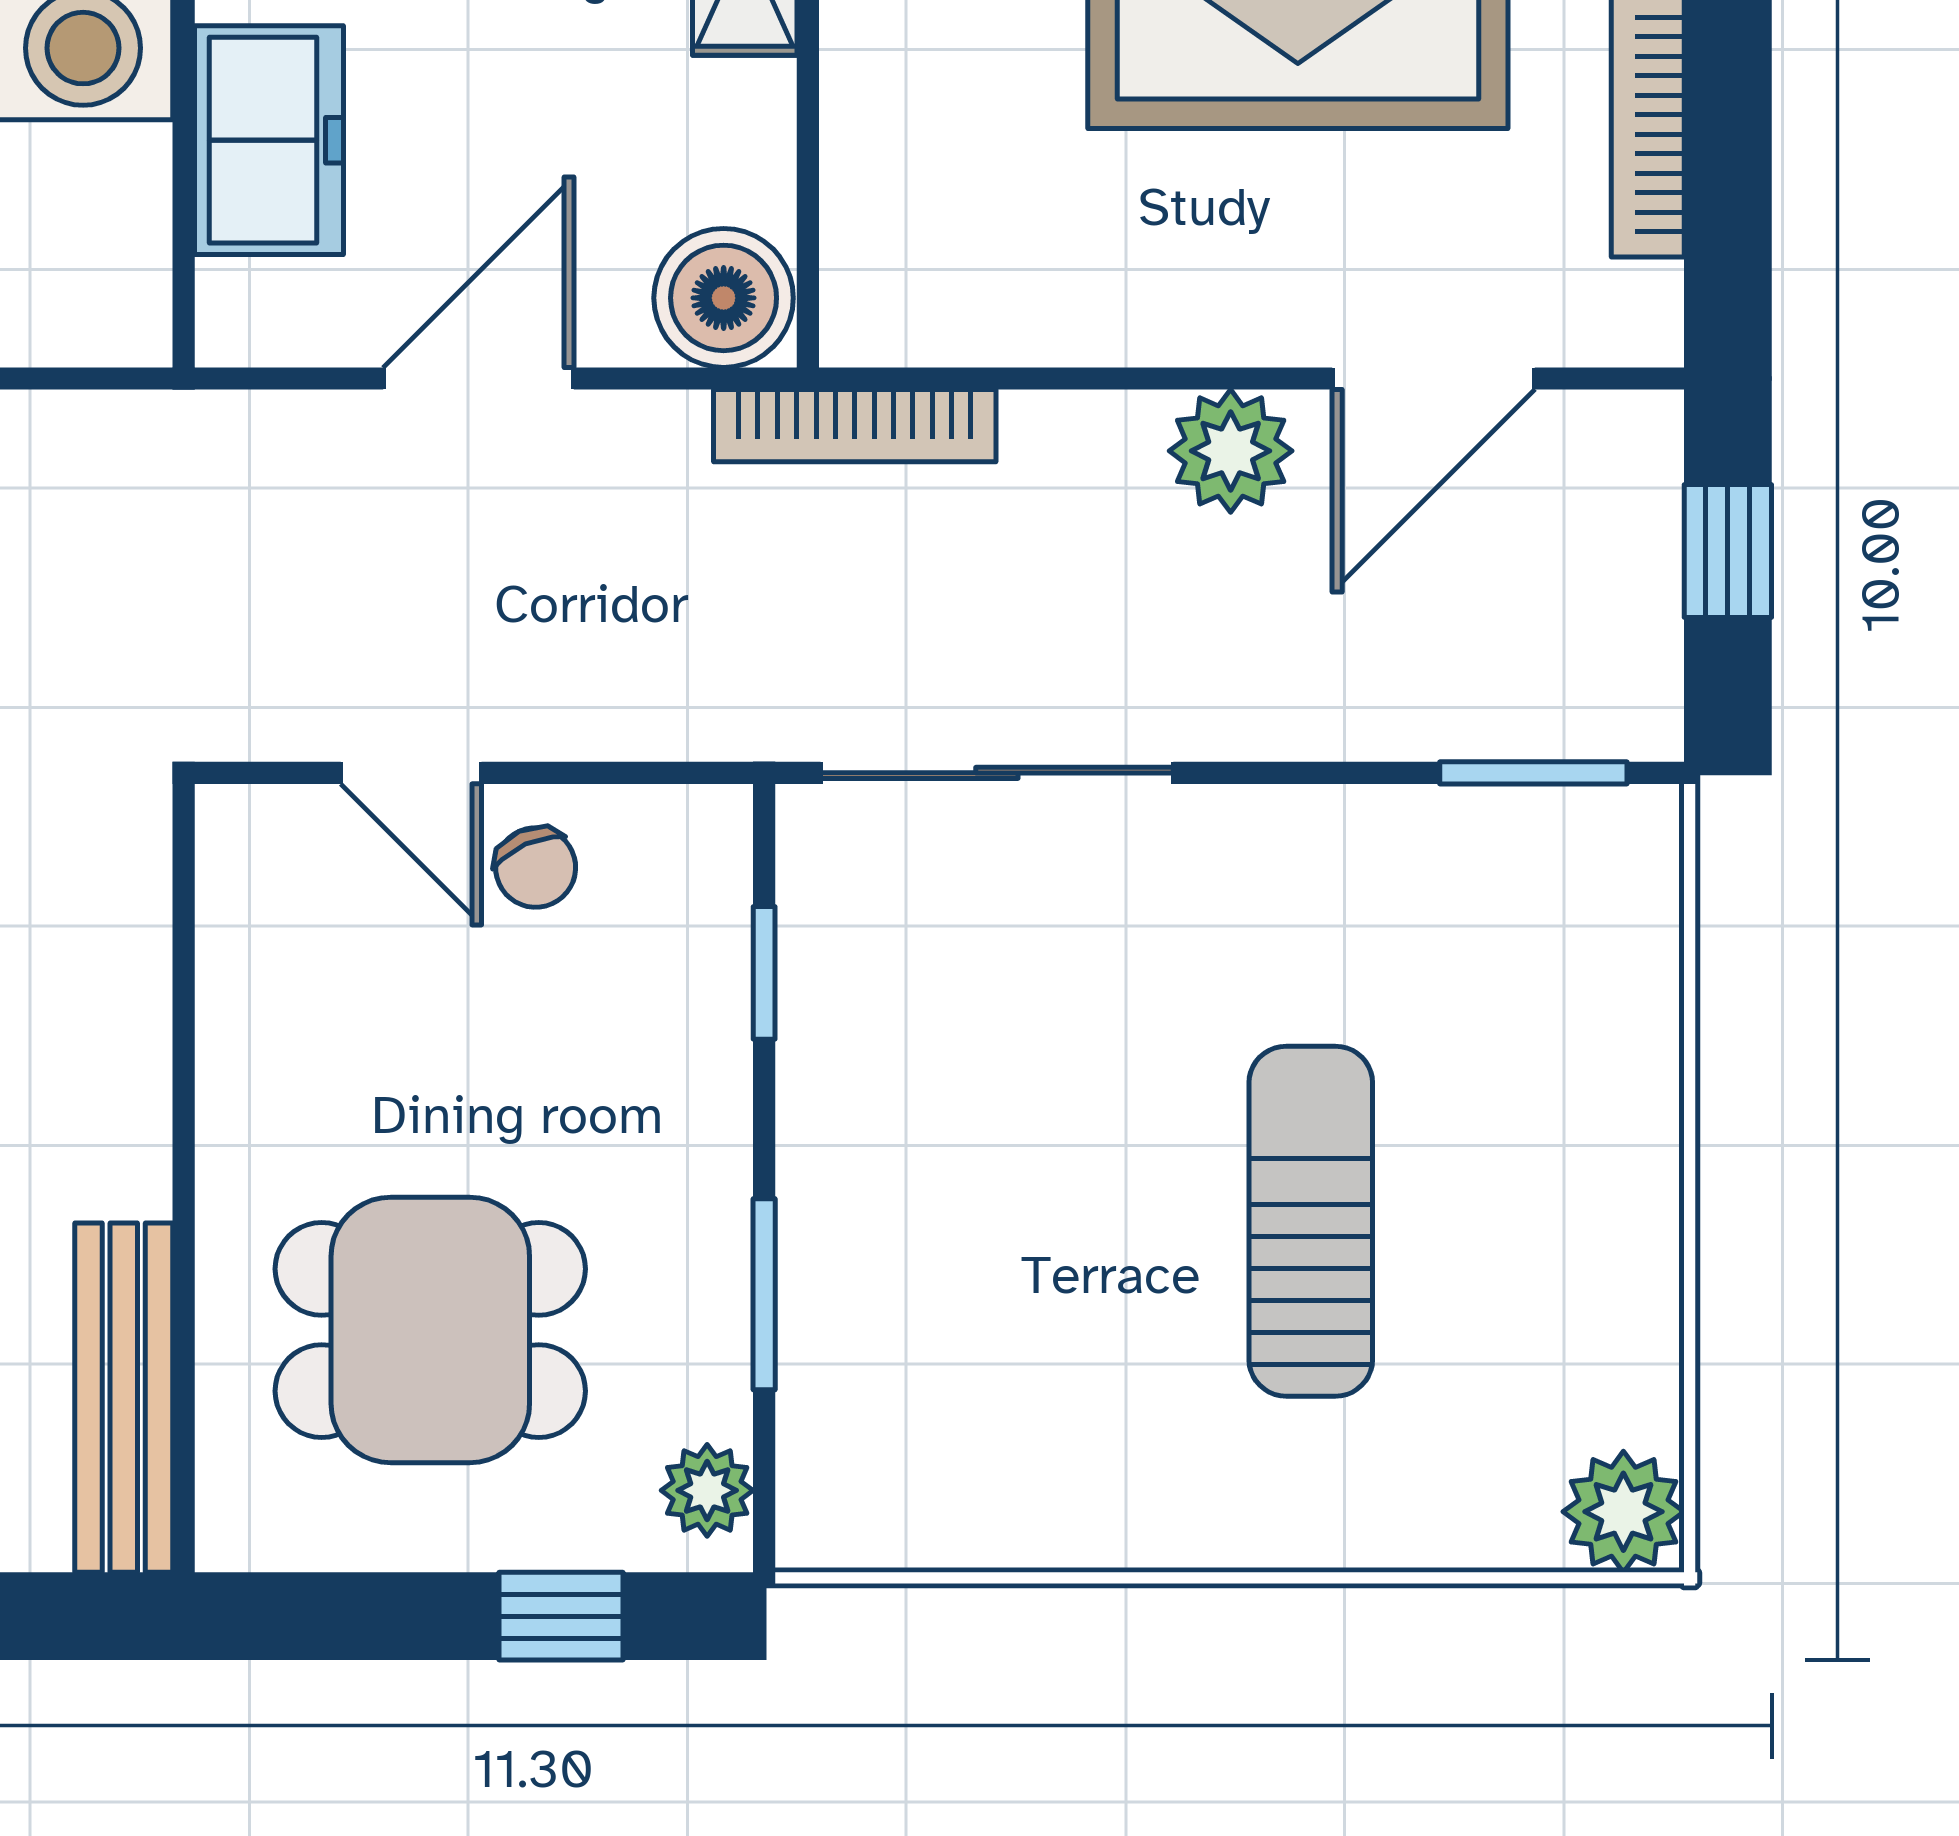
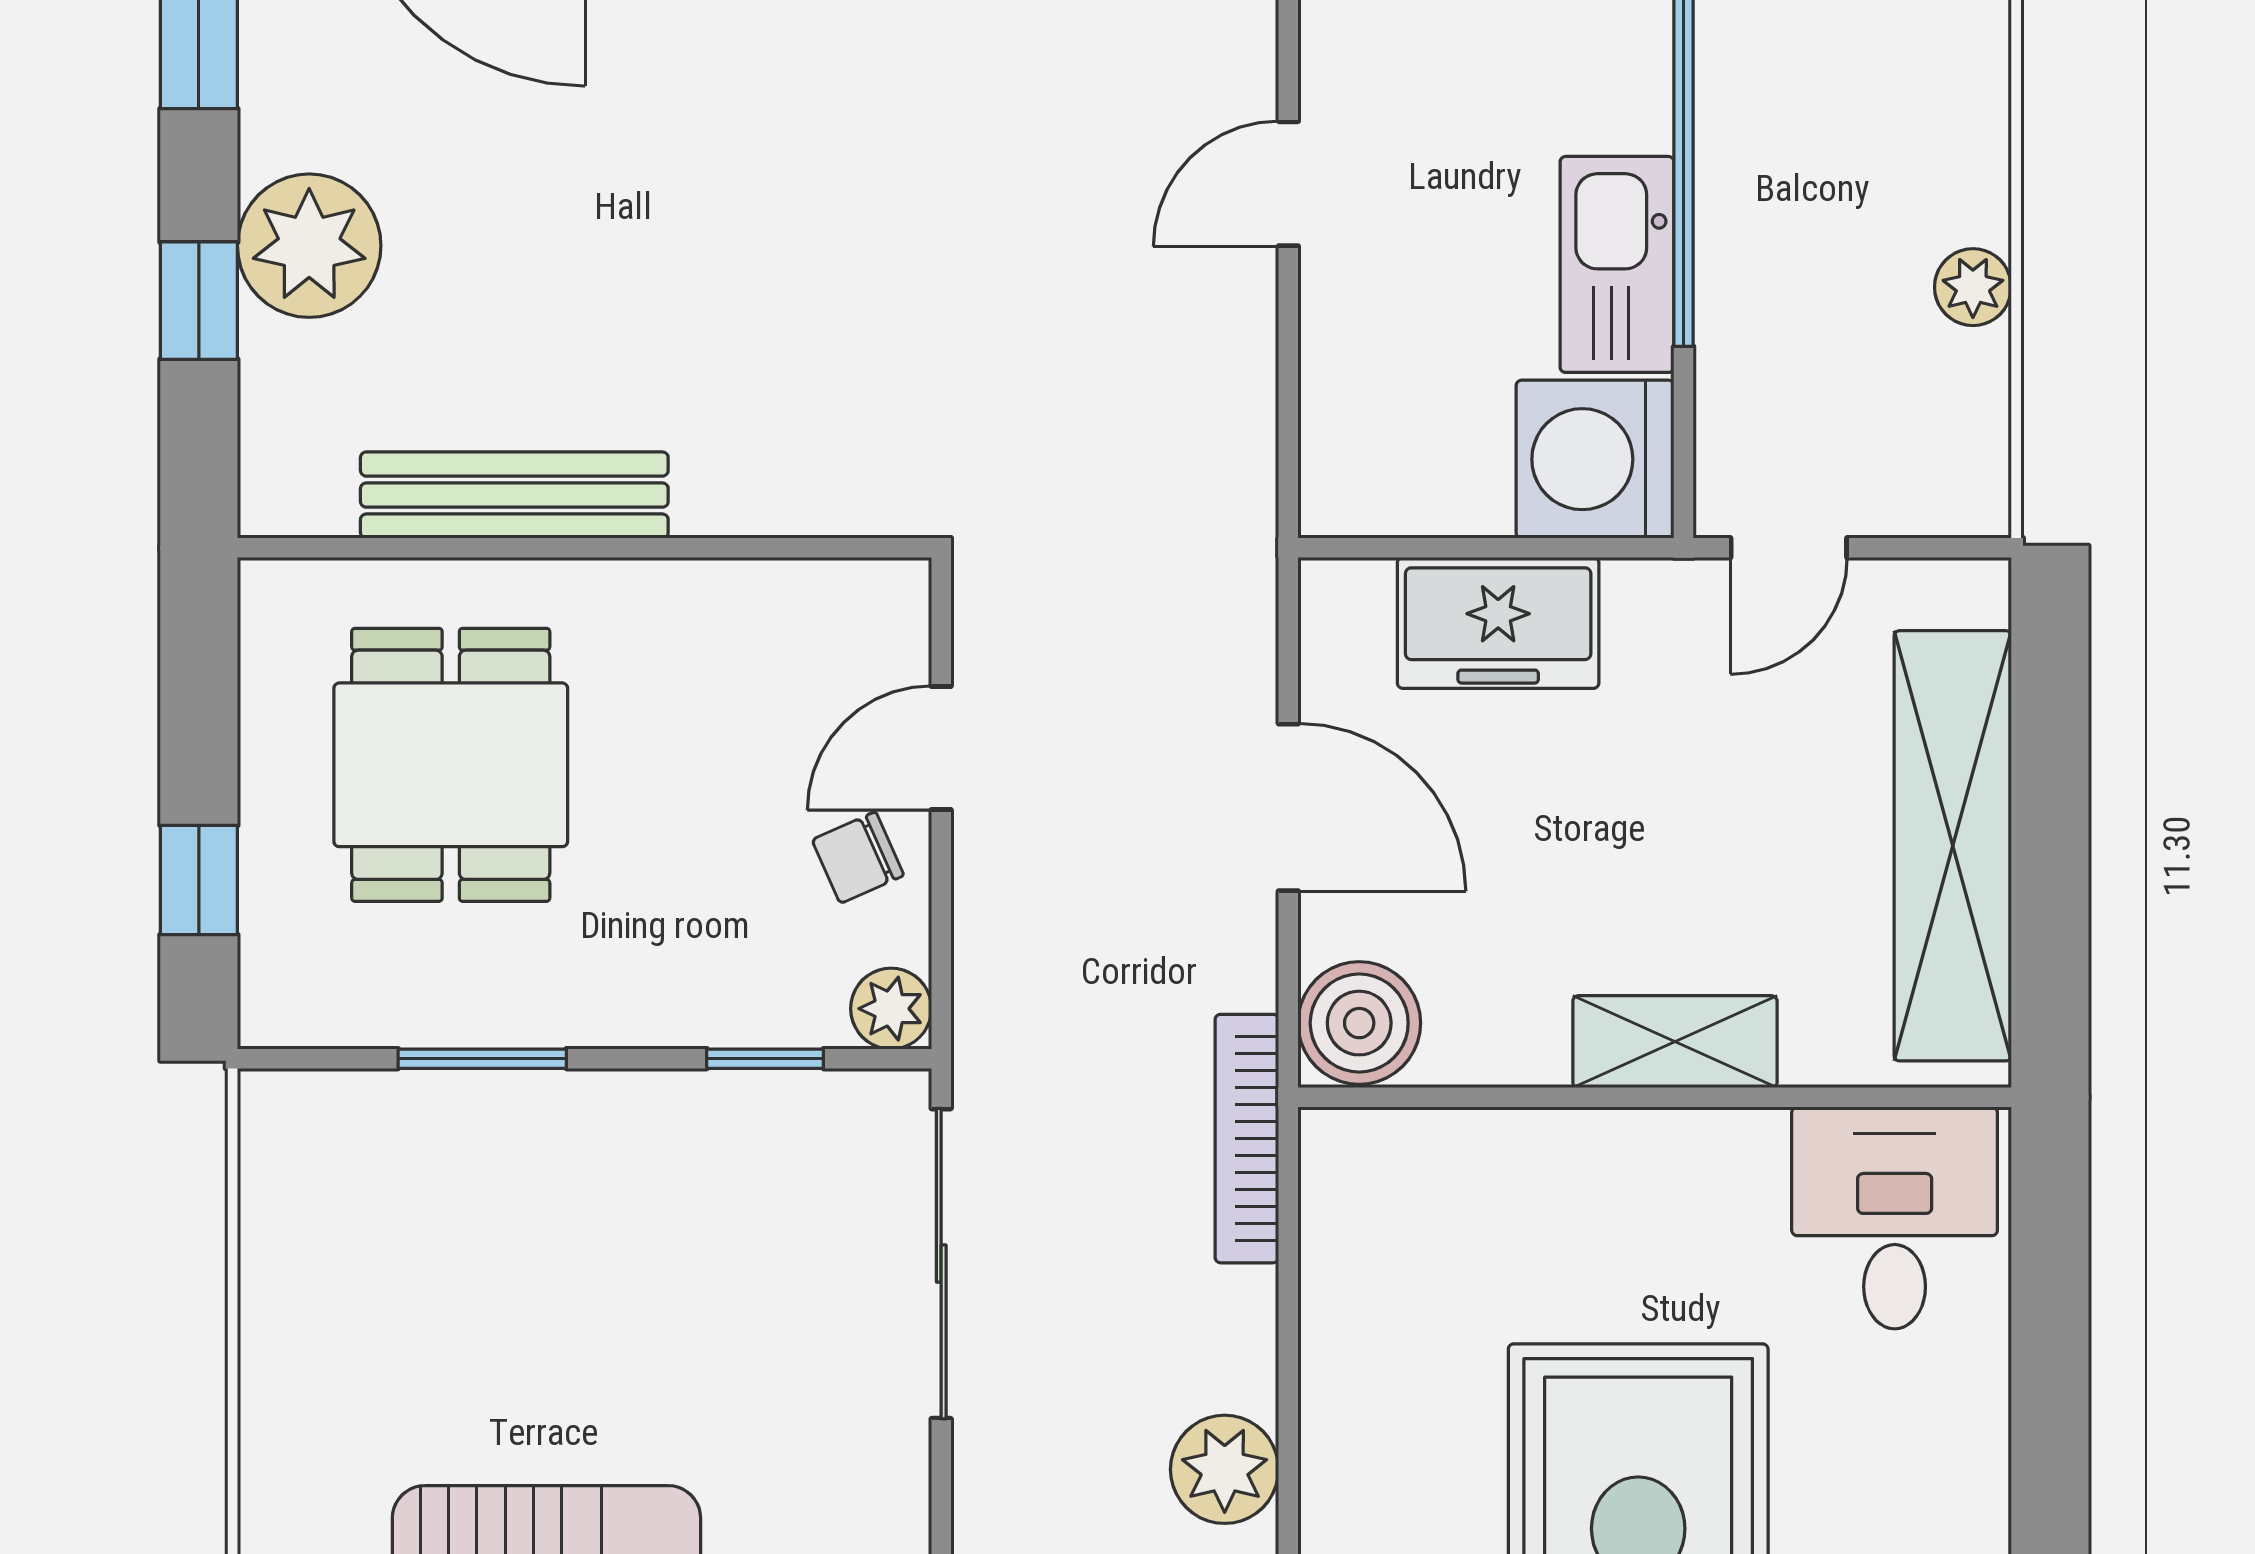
bench: (124, 1398) -> (514, 495), moved
plant: (707, 1490) -> (891, 1009), moved

